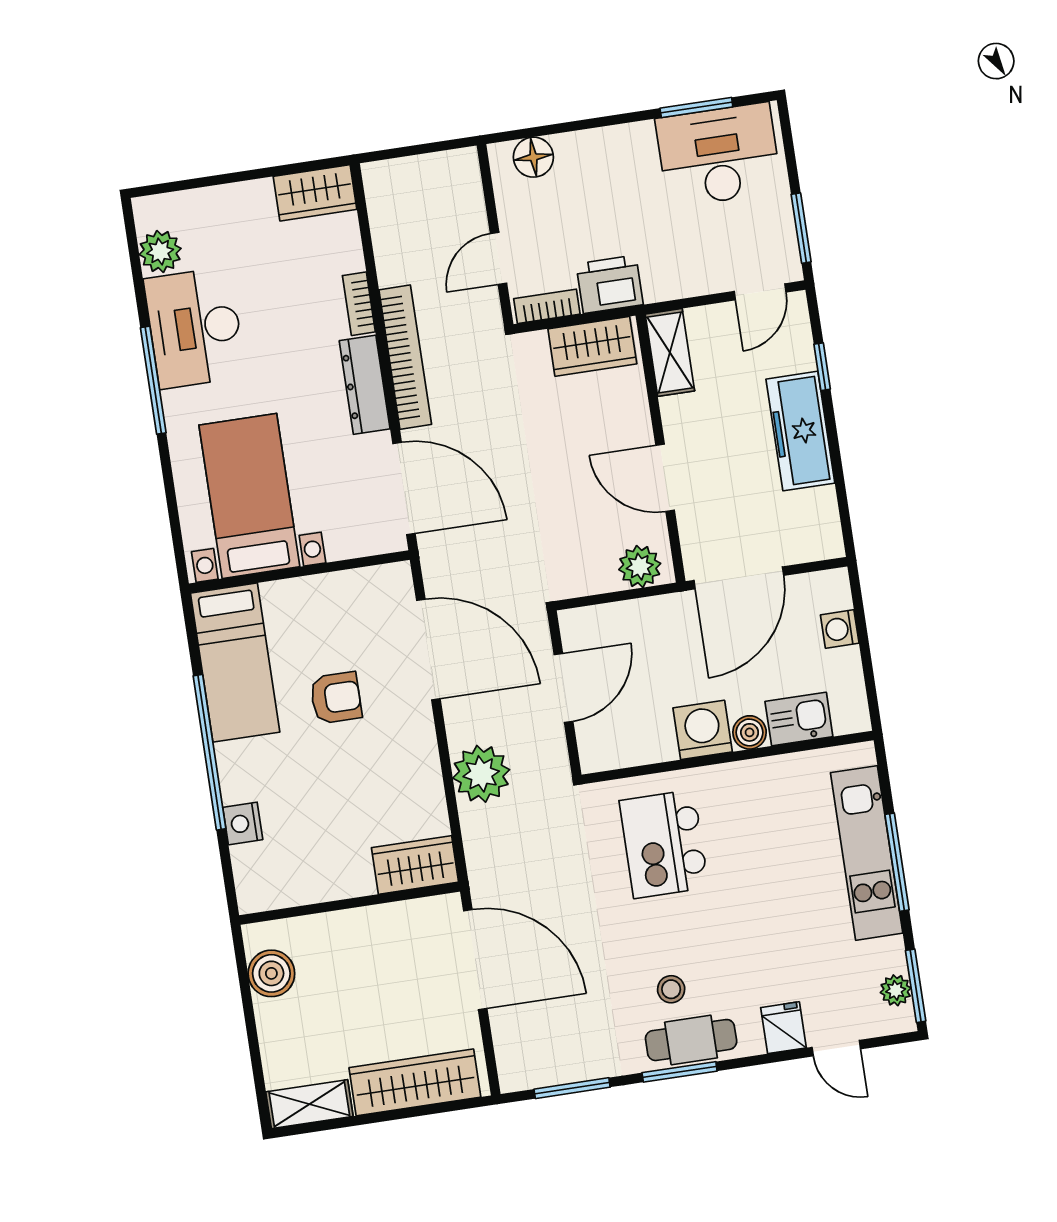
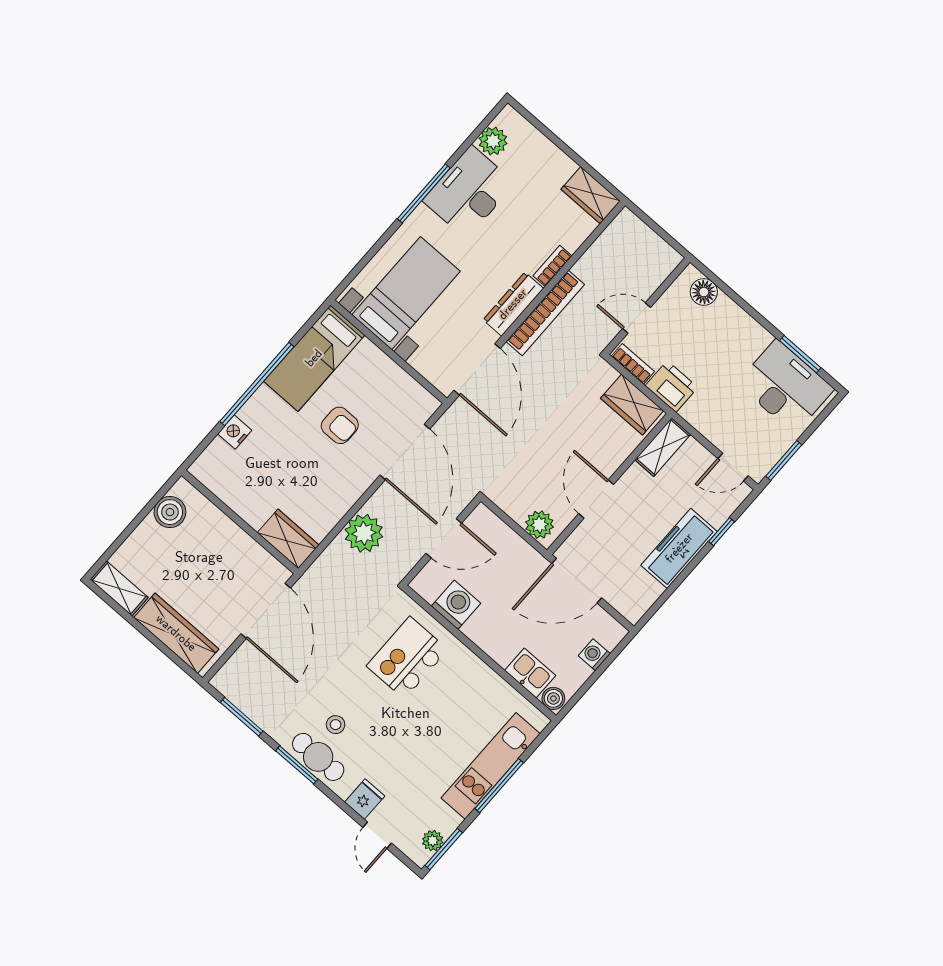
washing machine: (703, 730) -> (456, 605), moved
boiler: (750, 732) -> (553, 698), moved

